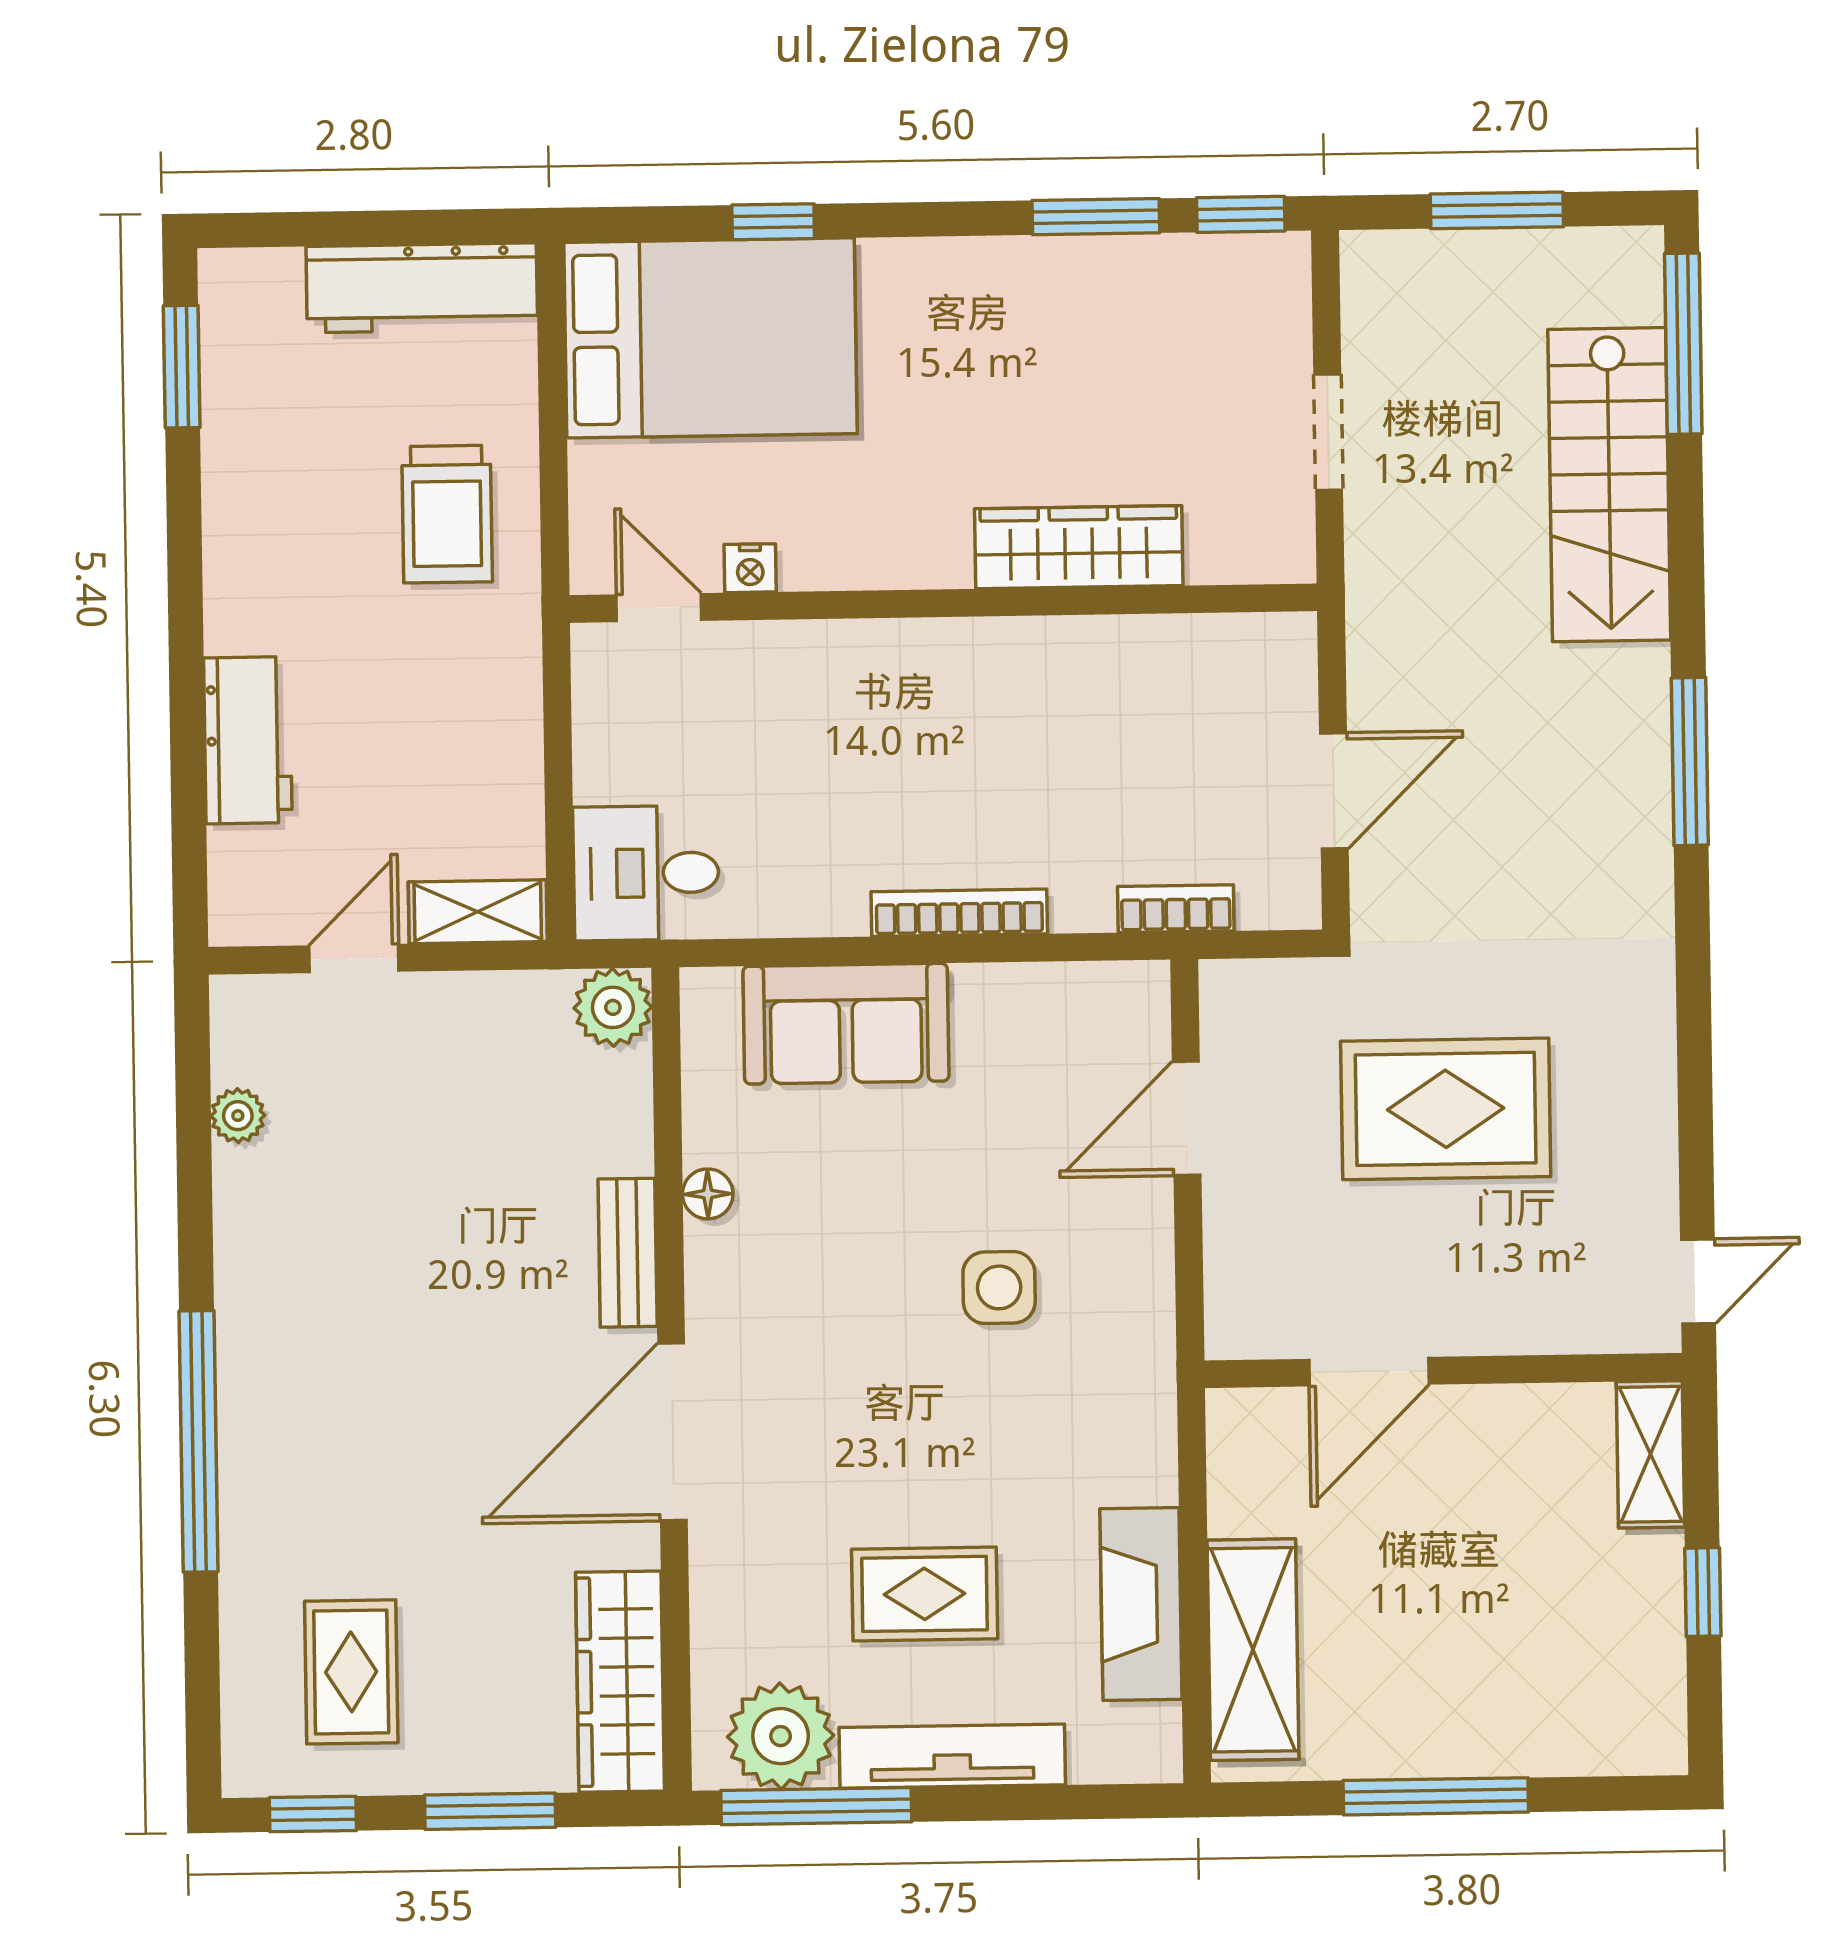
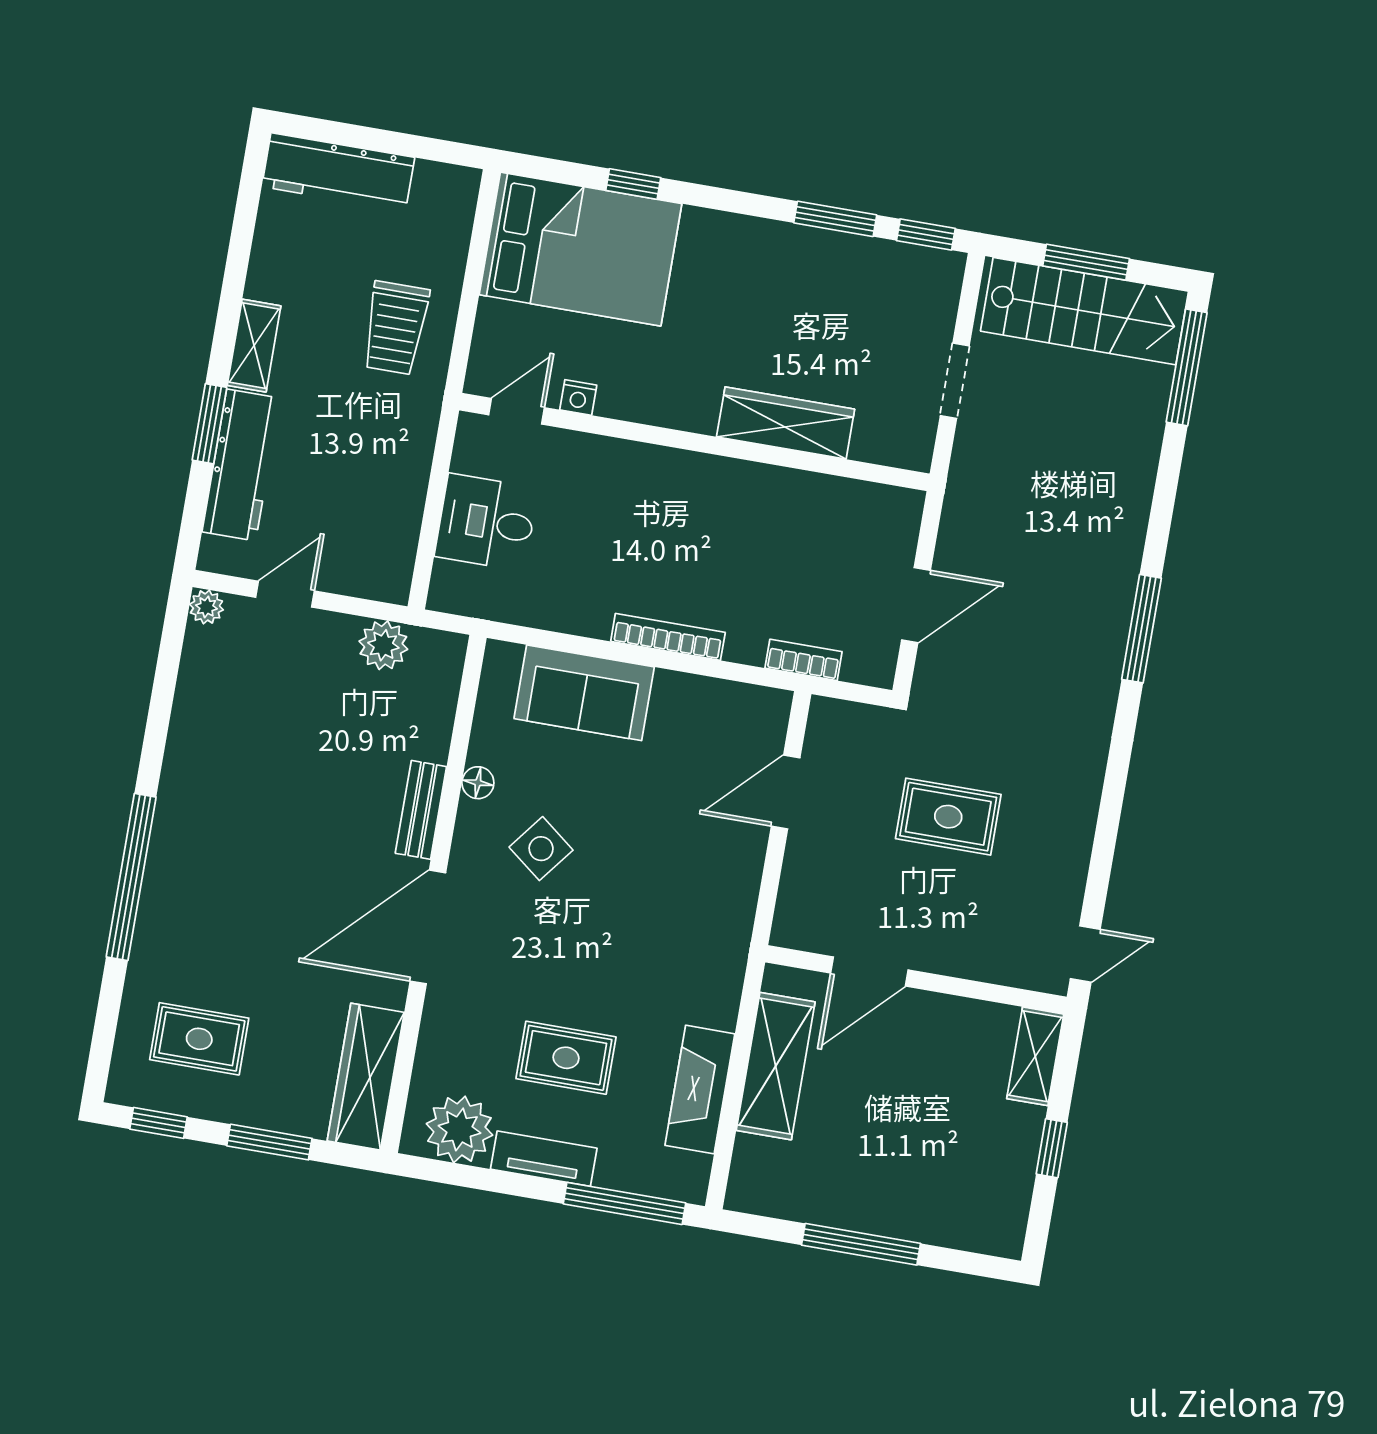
workbench: (422, 288) -> (338, 172), moved
window: (182, 367) -> (209, 424), moved
stairs: (1609, 485) -> (1085, 311), moved, turned -90
door: (659, 608) -> (517, 411), hinge flipped
workbench: (248, 740) -> (241, 465), width x1.38
desk: (646, 873) -> (486, 522), moved
shelving: (478, 912) -> (254, 346), moved, turned 90
plant: (613, 1007) -> (383, 645), moved
rug: (1446, 1109) -> (948, 817), width x0.73, depth x0.70
plant: (238, 1116) -> (206, 607), moved
side table: (999, 1287) -> (541, 849), moved, turned 38
shelving: (1253, 1650) -> (776, 1066), moved
rug: (351, 1672) -> (199, 1039), turned 90
tv unit: (952, 1756) -> (544, 1159), width x0.71
window: (816, 1806) -> (625, 1203), moved

